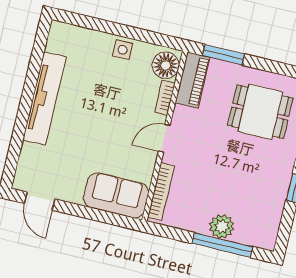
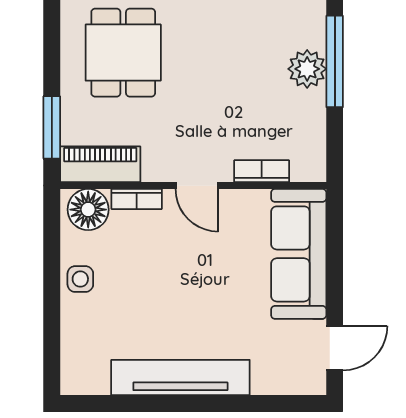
bookcase: (161, 192) -> (262, 171), width x0.64
sofa: (116, 195) -> (299, 254), width x1.36

